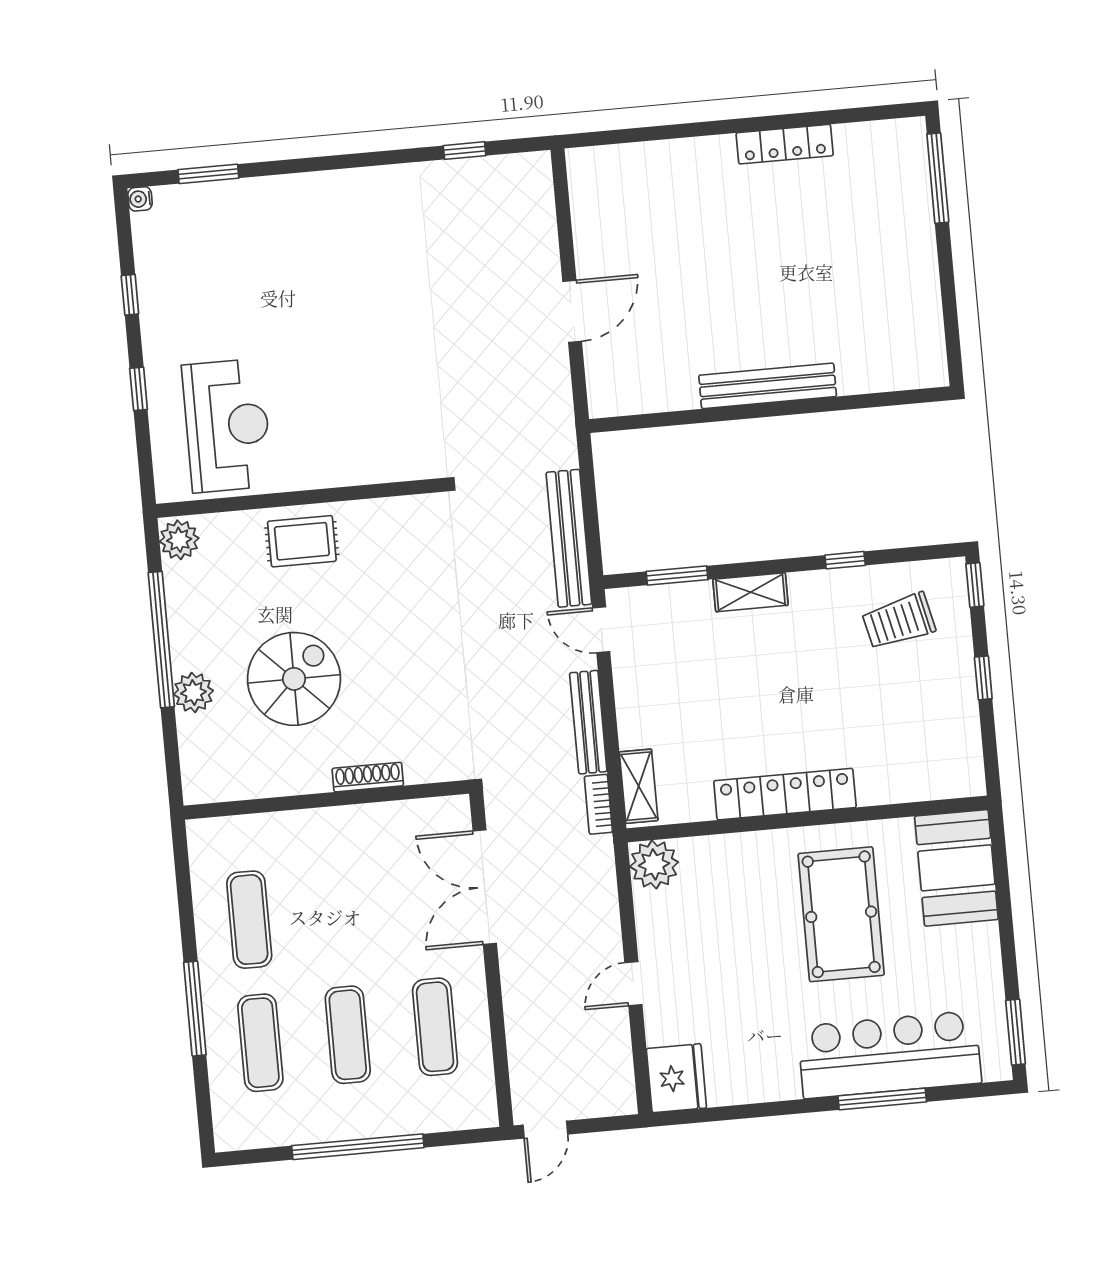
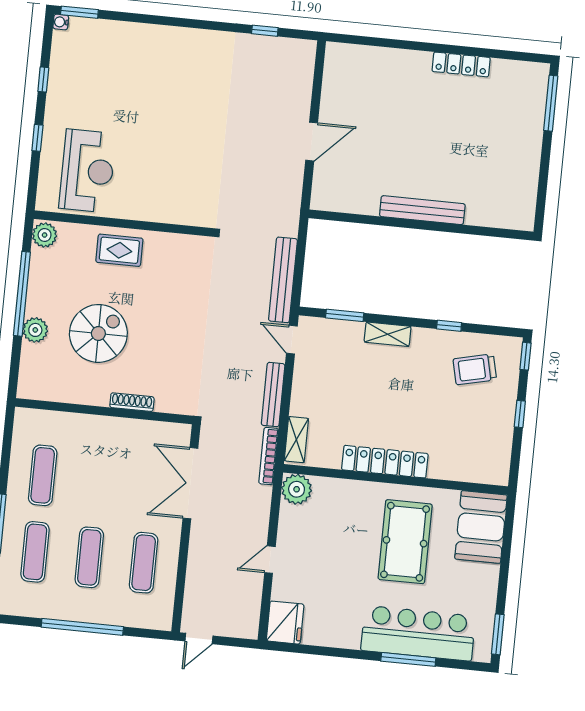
window: (208, 174) -> (79, 12), moved
bookcase: (598, 804) -> (269, 456), width x1.56

